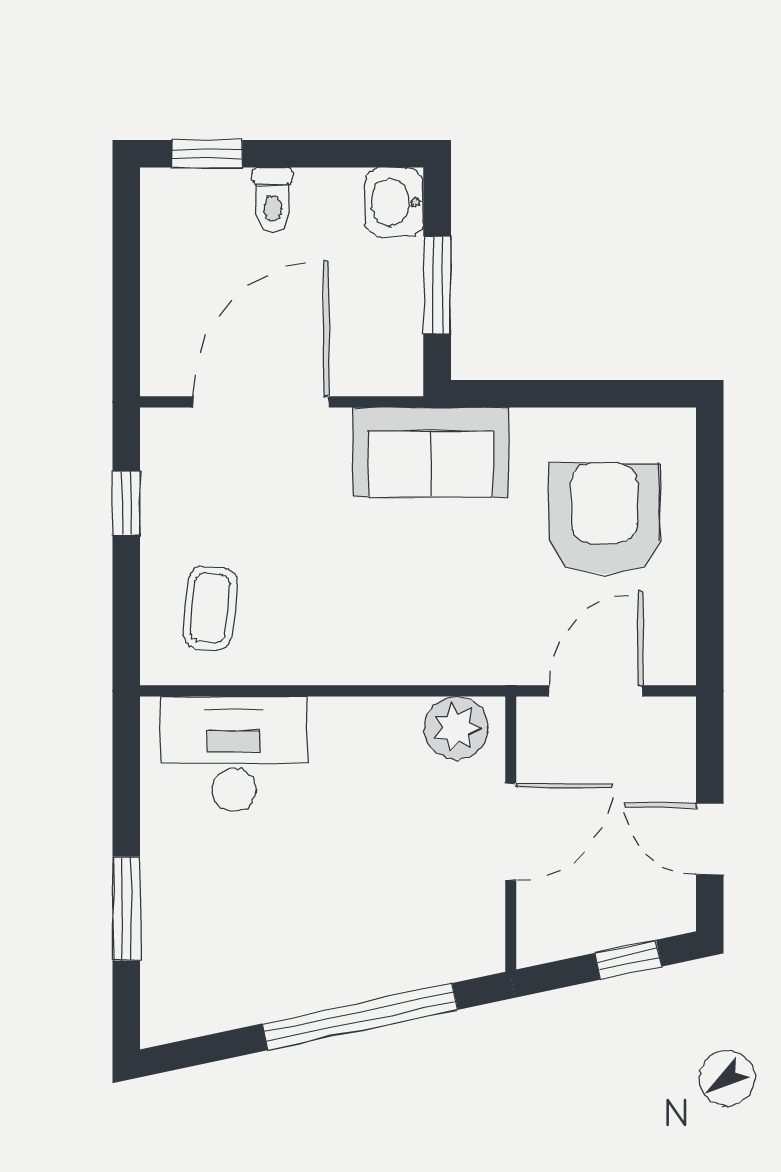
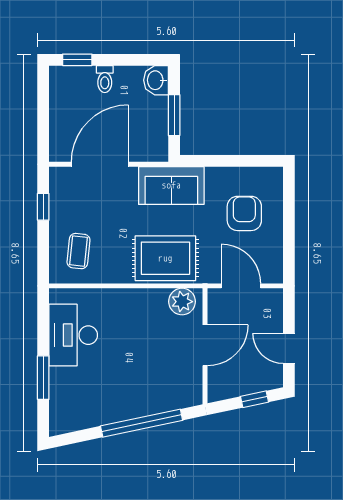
armchair: (604, 519) -> (244, 213), width x0.73, depth x0.73
rug: (417, 625) -> (165, 258), added
door: (596, 691) -> (241, 286), hinge flipped
desk: (234, 754) -> (73, 335), moved, turned -90

